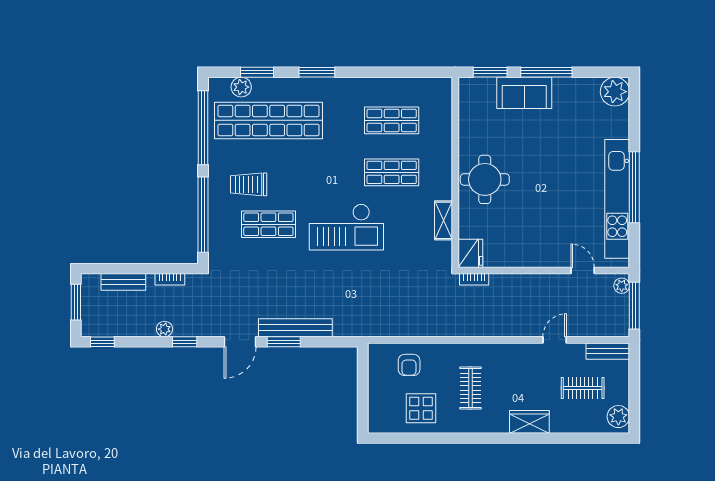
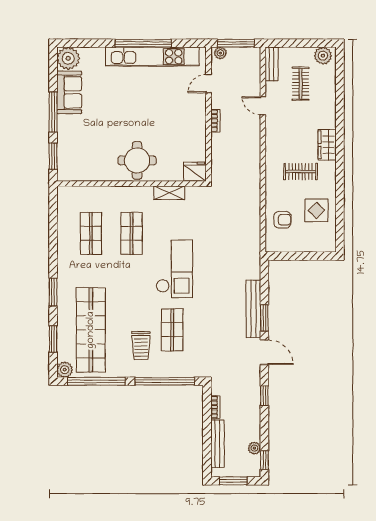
plant: (241, 87) -> (65, 370), moved
sofa: (524, 93) -> (69, 92), moved
bookcase: (474, 279) -> (215, 121), moved
bench: (123, 282) -> (217, 444), width x1.36
plant: (165, 329) -> (254, 448), moved
wardrobe: (529, 422) -> (327, 145), moved

